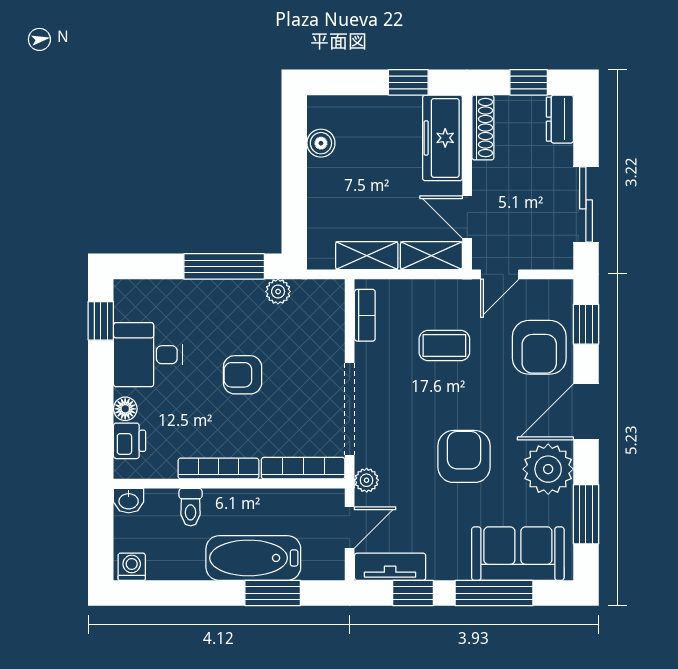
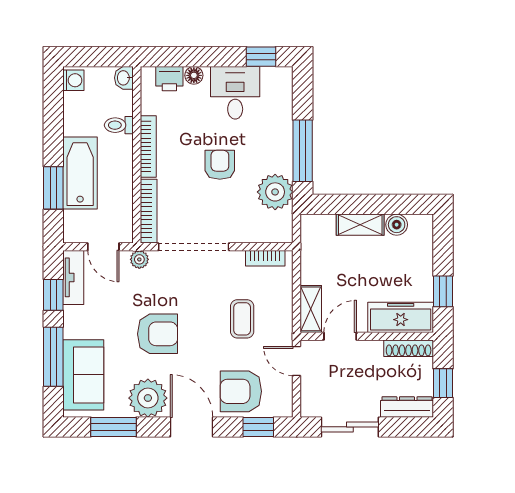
dresser: (560, 119) -> (407, 407), width x1.44
shelving: (367, 256) -> (360, 225), moved, turned 90
plant: (278, 292) -> (275, 192), width x1.88, depth x1.88

